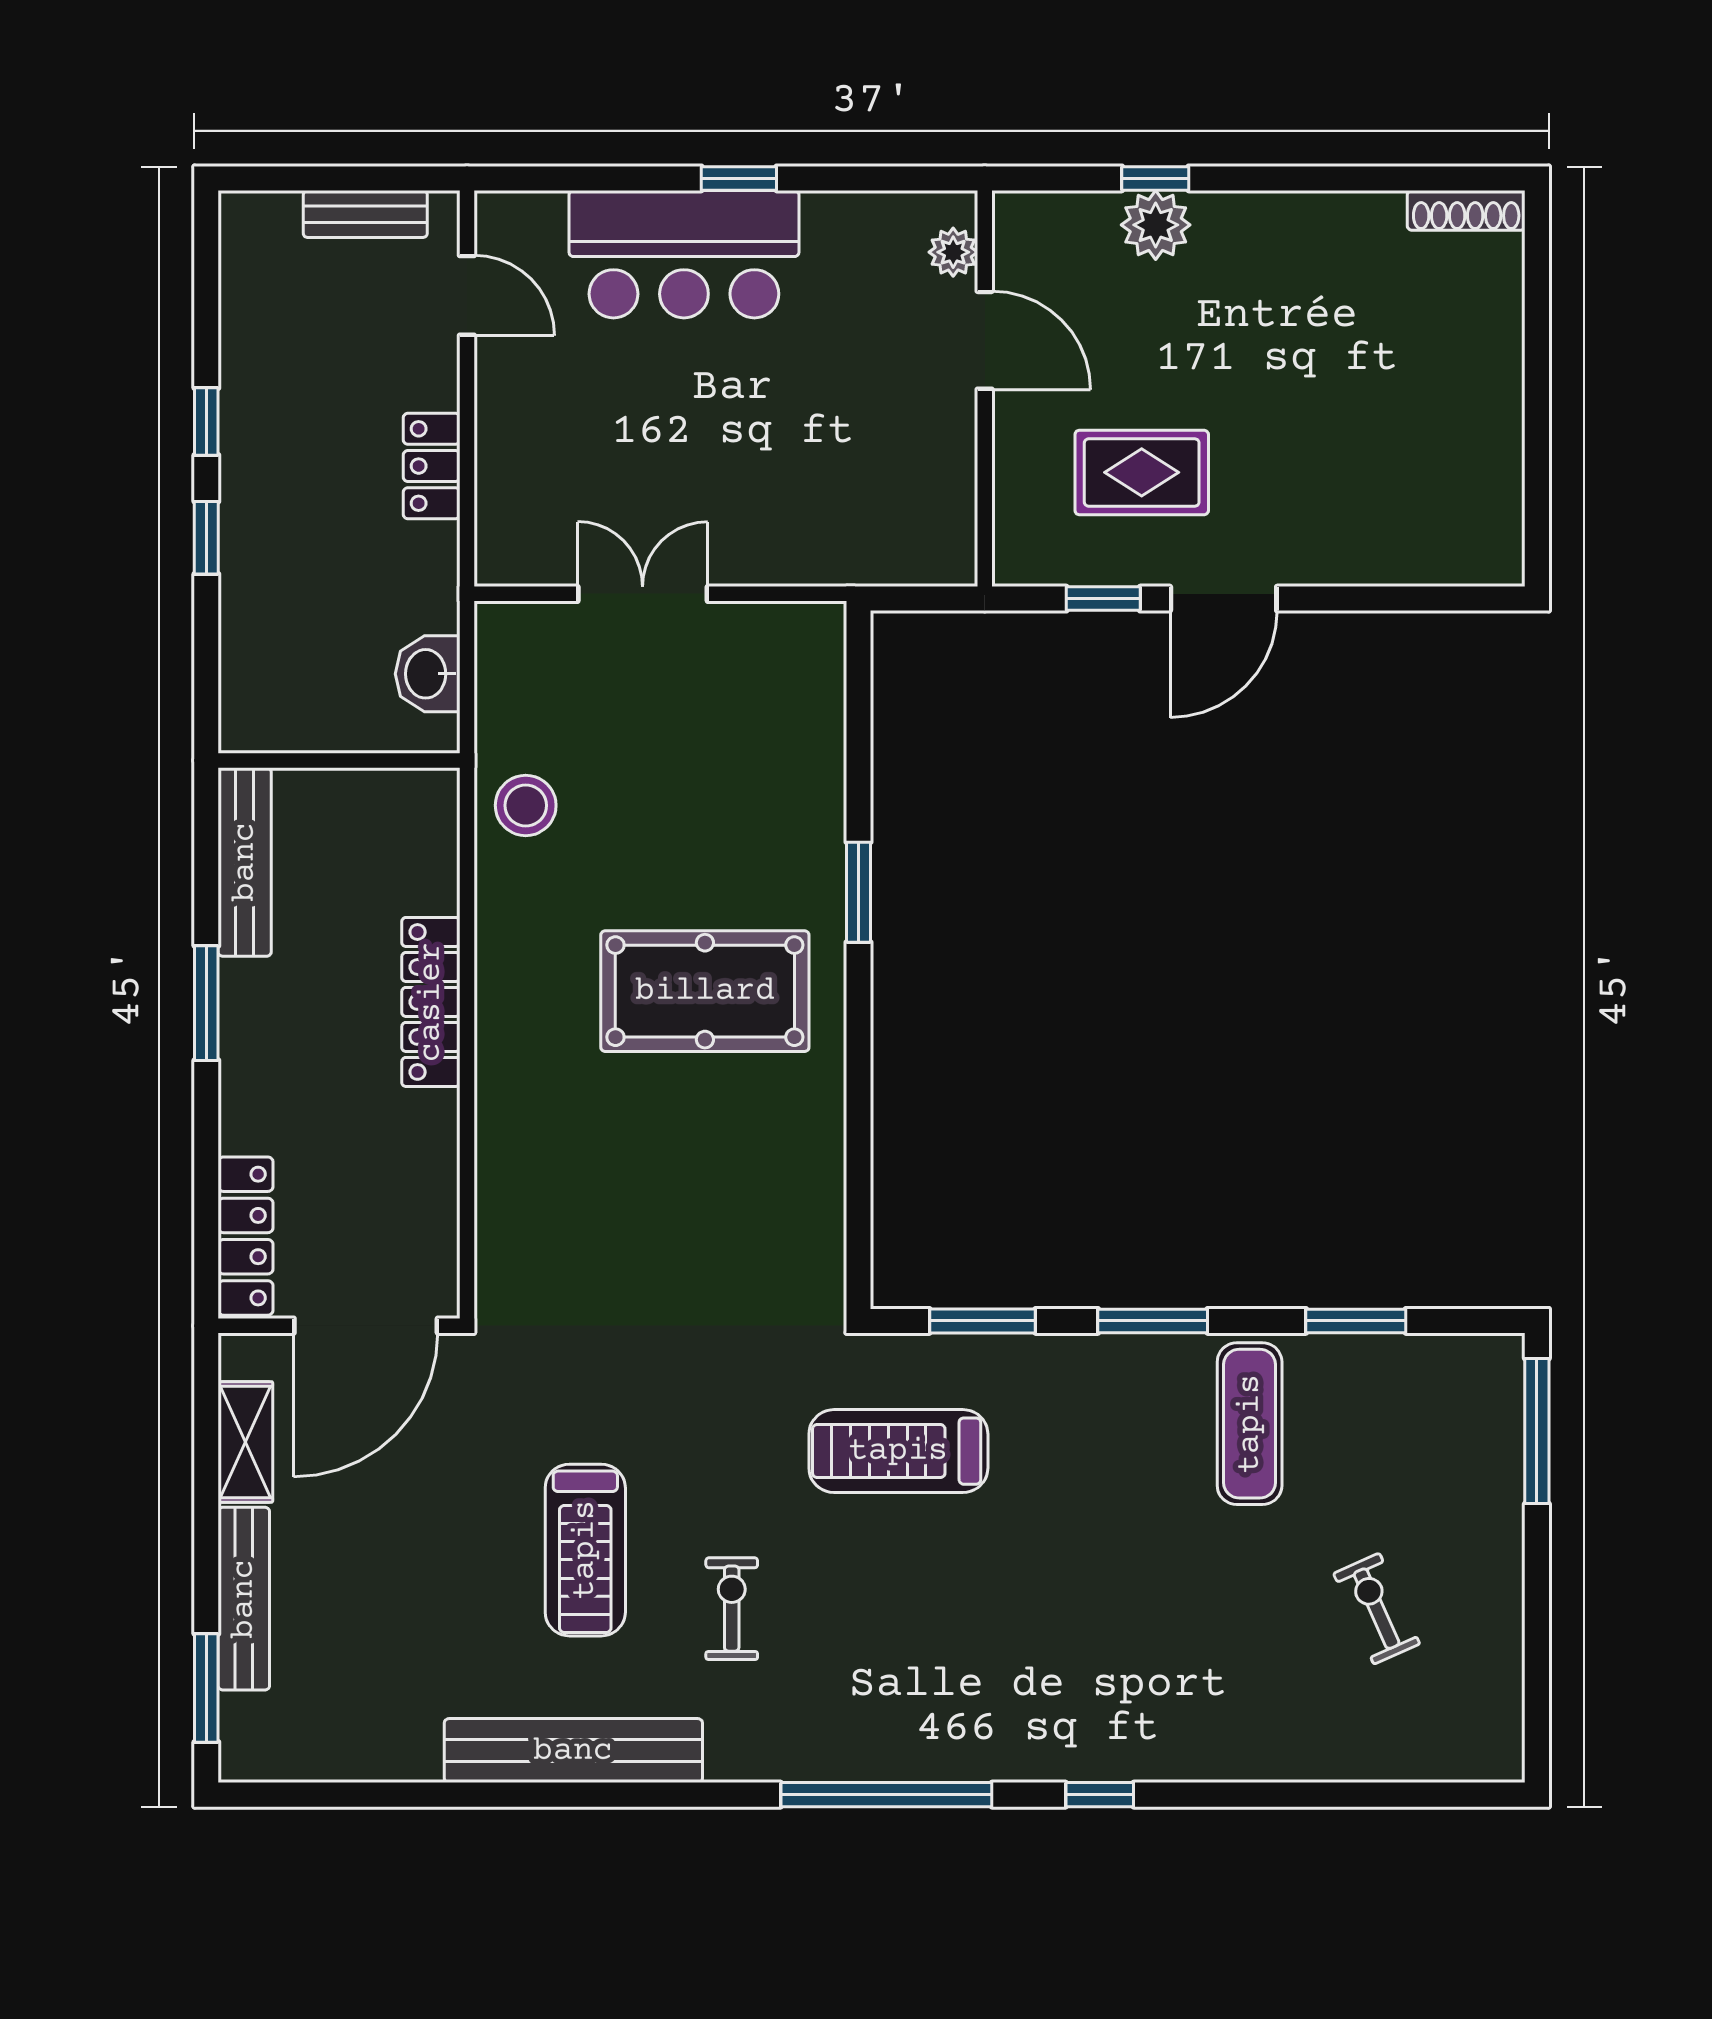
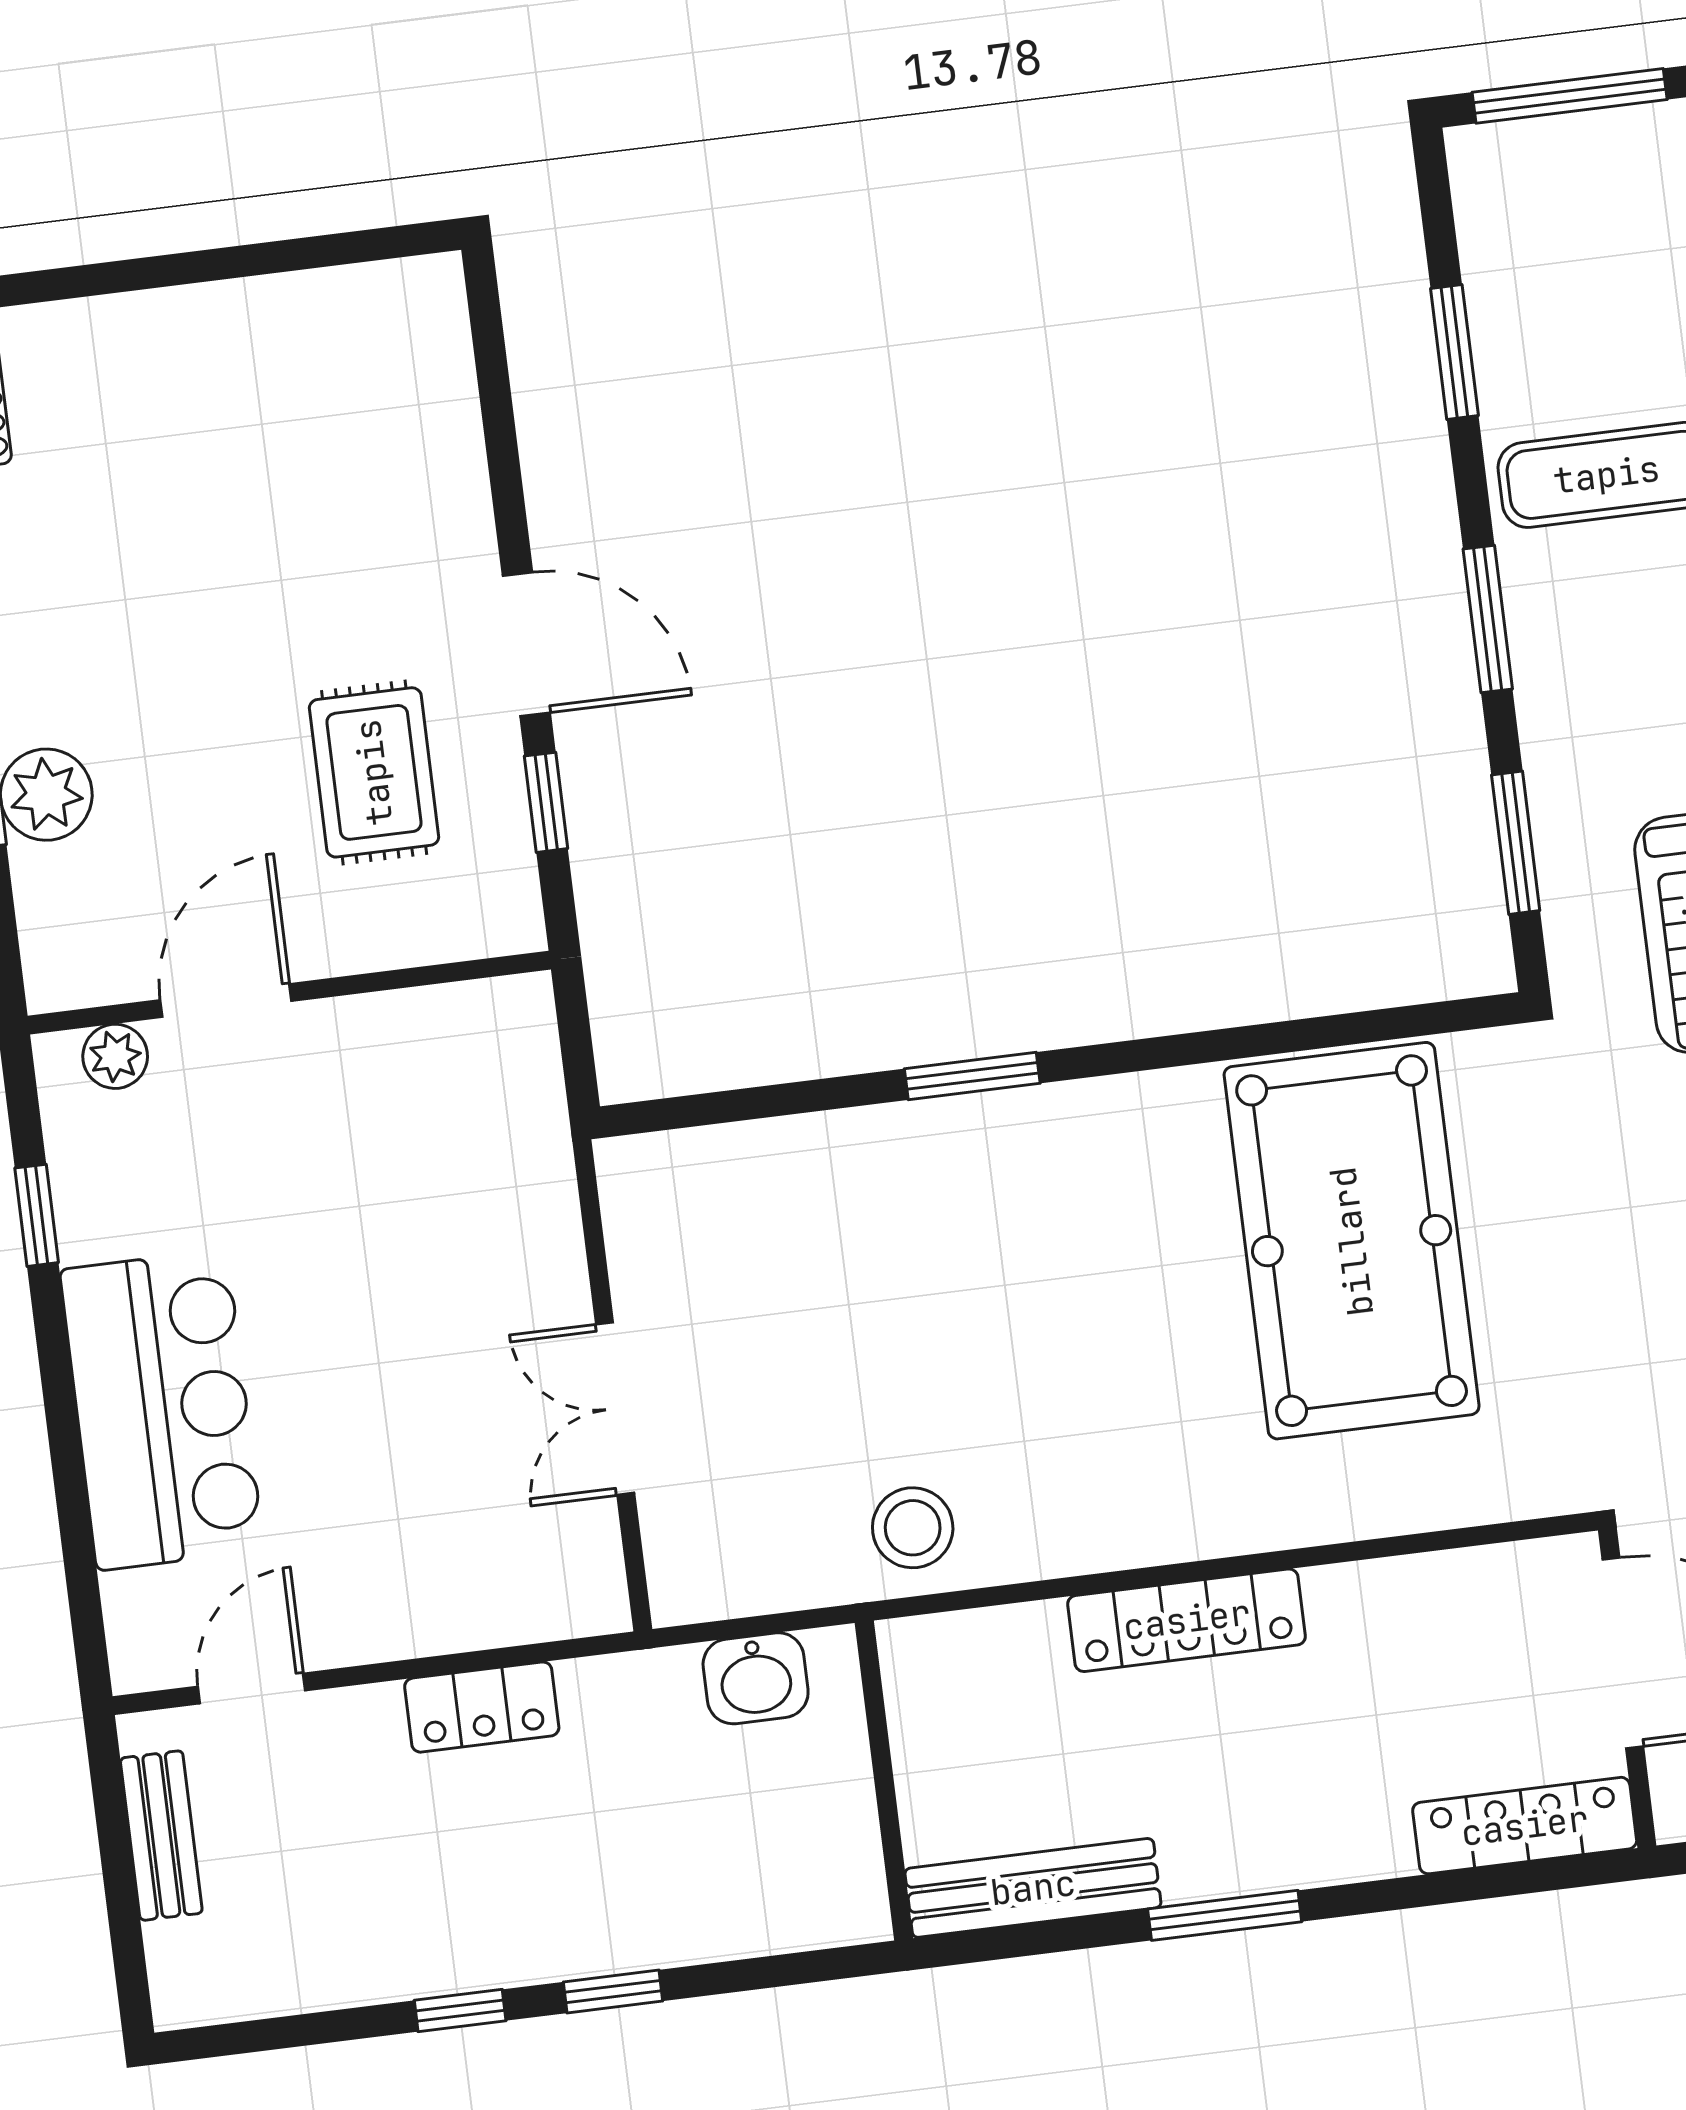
window: (739, 178) -> (37, 1215), moved
pool table: (705, 991) -> (1352, 1241), moved, width x1.36, depth x1.32

